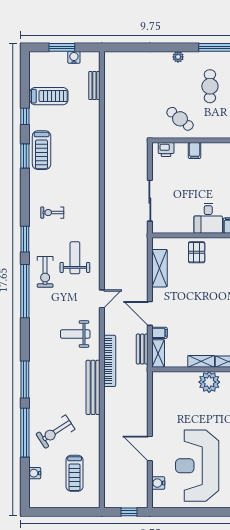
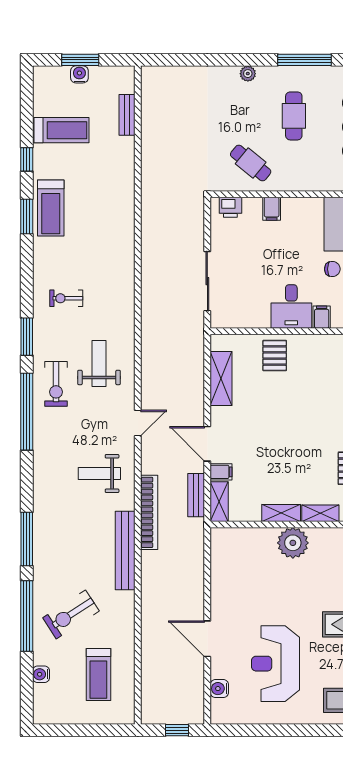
water cooler: (74, 57) -> (79, 74), moved
reception desk: (197, 466) -> (275, 664), width x0.74, depth x0.77

